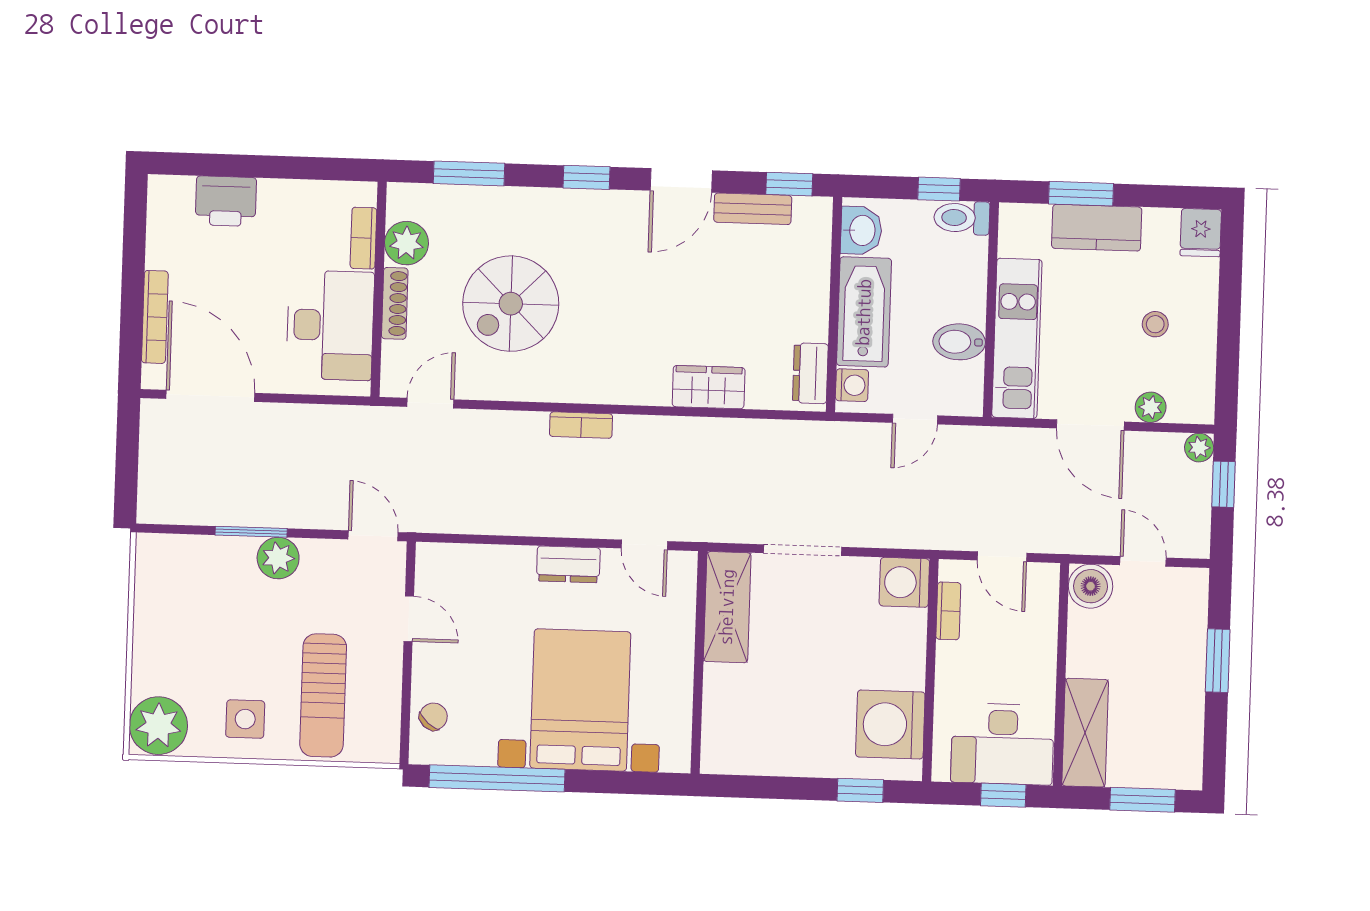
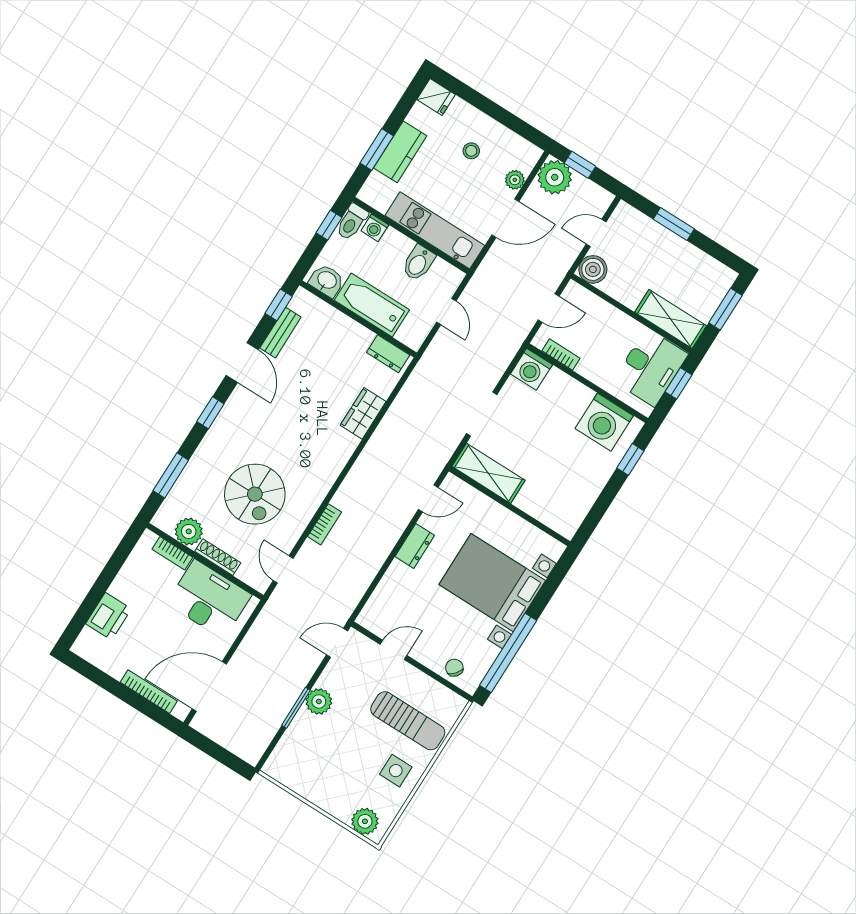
washing machine: (852, 385) -> (375, 228), moved, turned 180
bookcase: (581, 425) -> (324, 524), moved
plant: (1199, 448) -> (555, 177), width x1.87, depth x1.87
plant: (158, 726) -> (365, 821), width x0.73, depth x0.73

